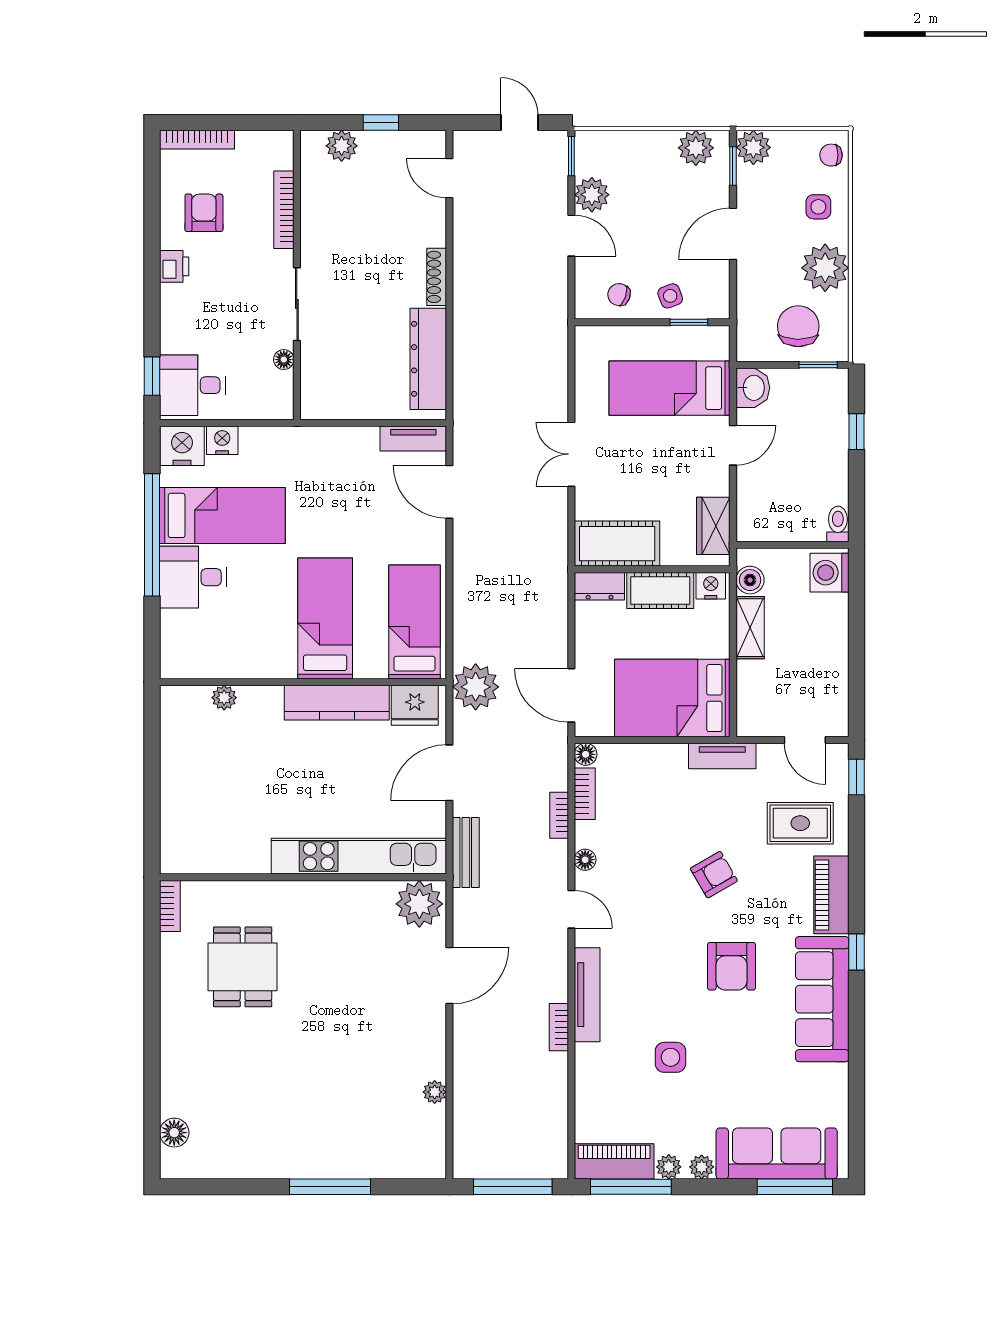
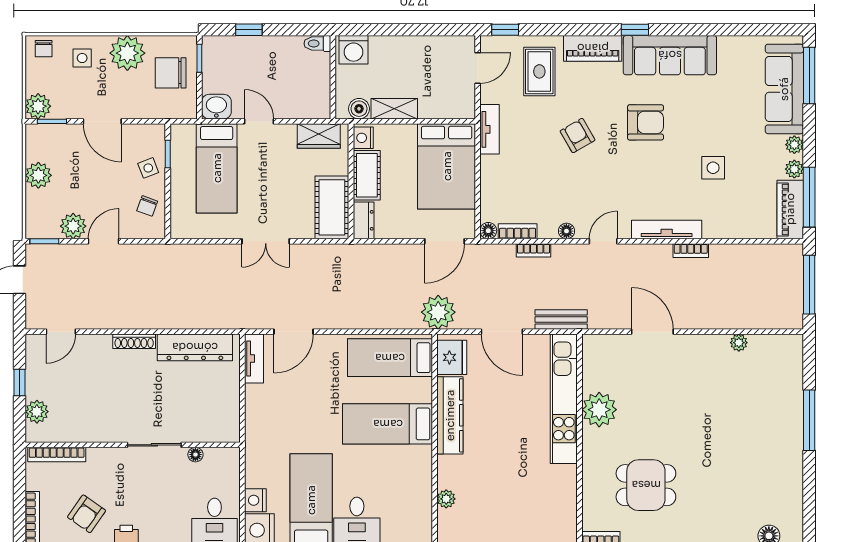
plant: (696, 148) -> (38, 175), moved
bookcase: (284, 210) -> (57, 455), moved
armchair: (204, 213) -> (87, 514), turned -55
plant: (419, 904) -> (599, 410), moved

